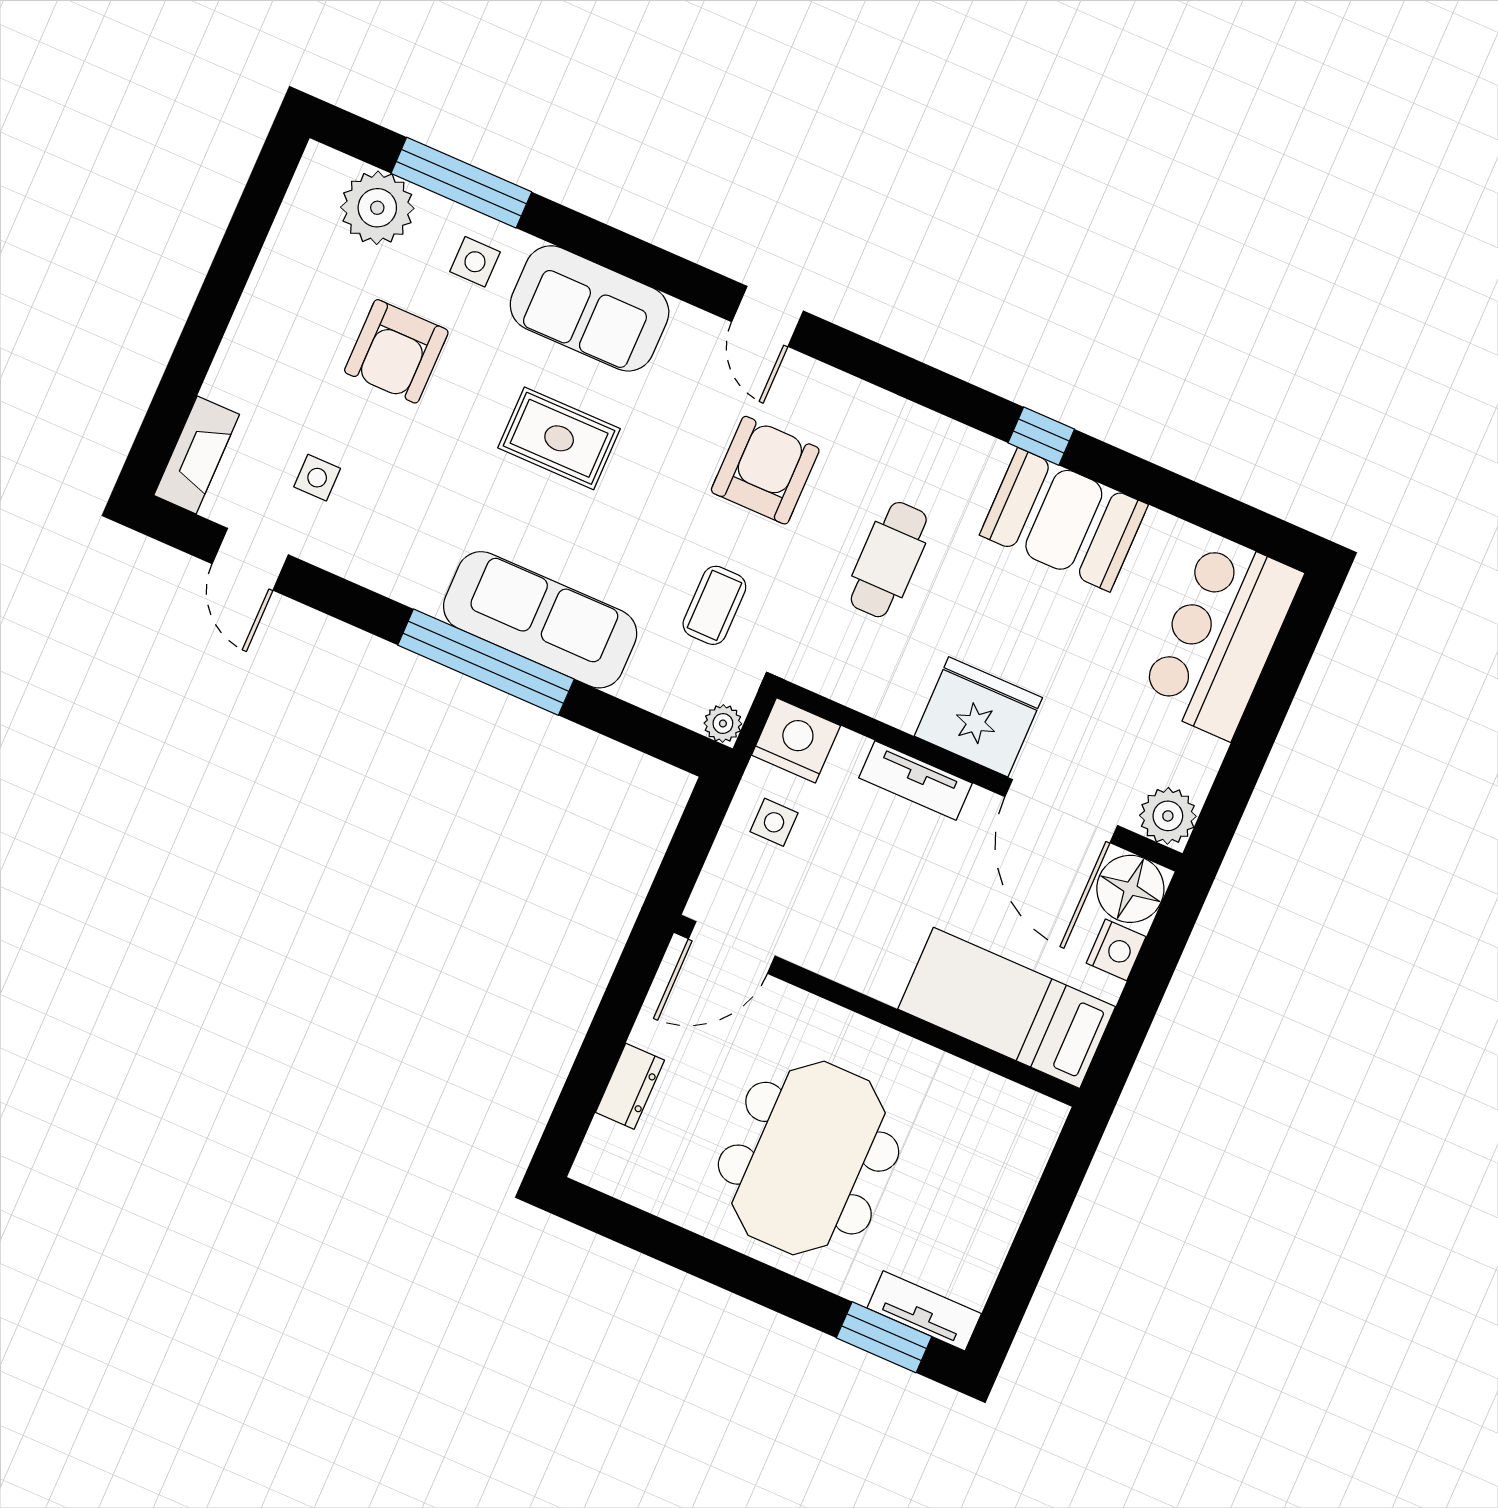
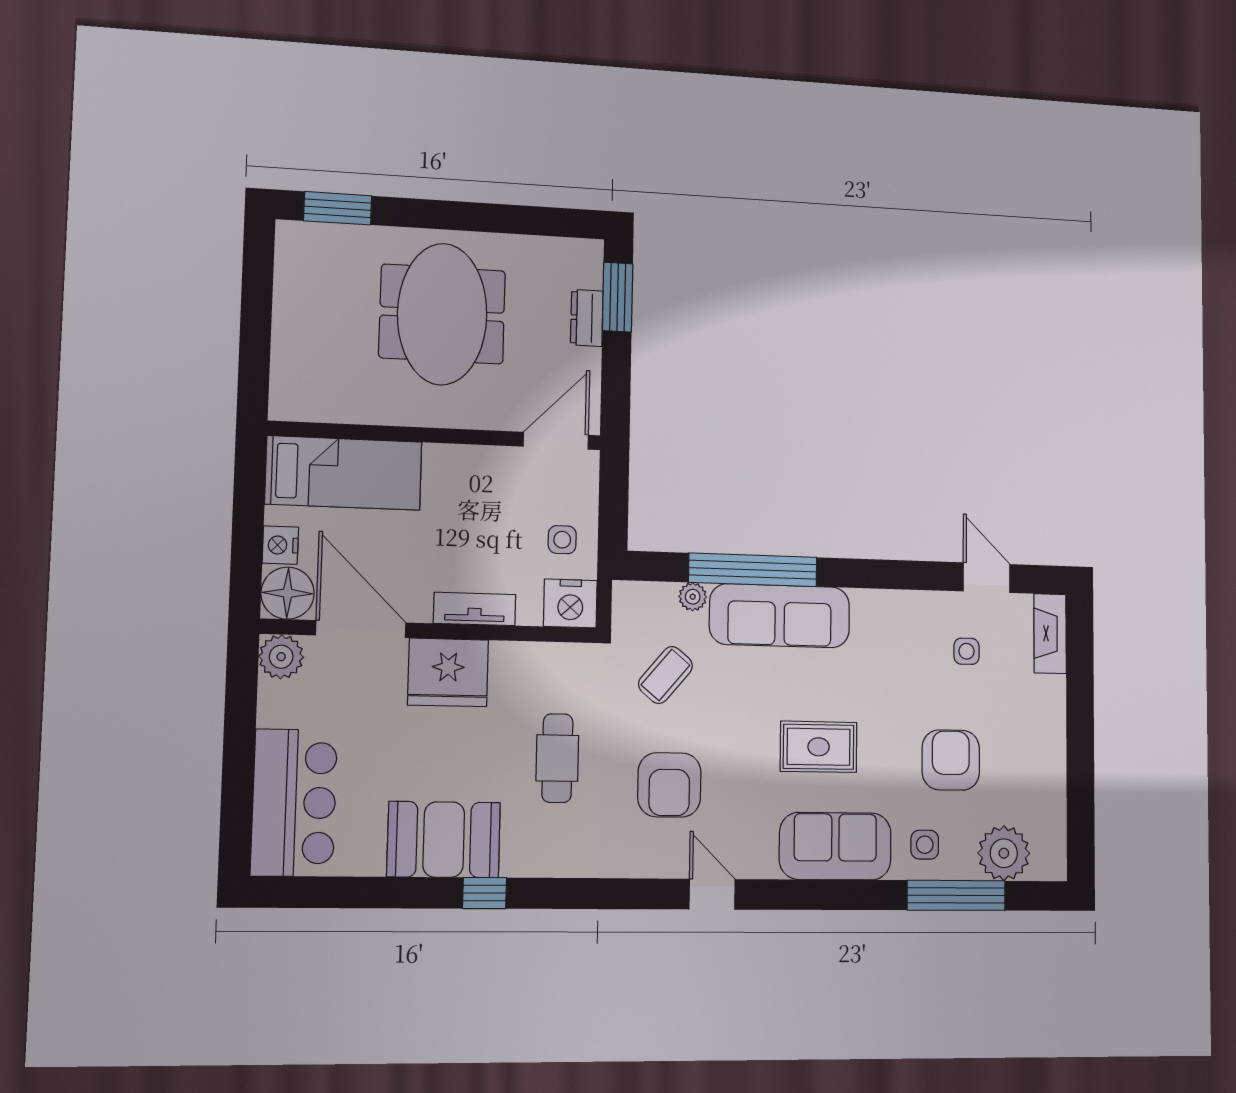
coffee table: (714, 605) -> (665, 675), turned 40
window: (486, 662) -> (753, 570), moved
plant: (723, 723) -> (693, 597), moved
window: (580, 1098) -> (618, 297), added
tv unit: (924, 1311) -> (316, 237), removed

